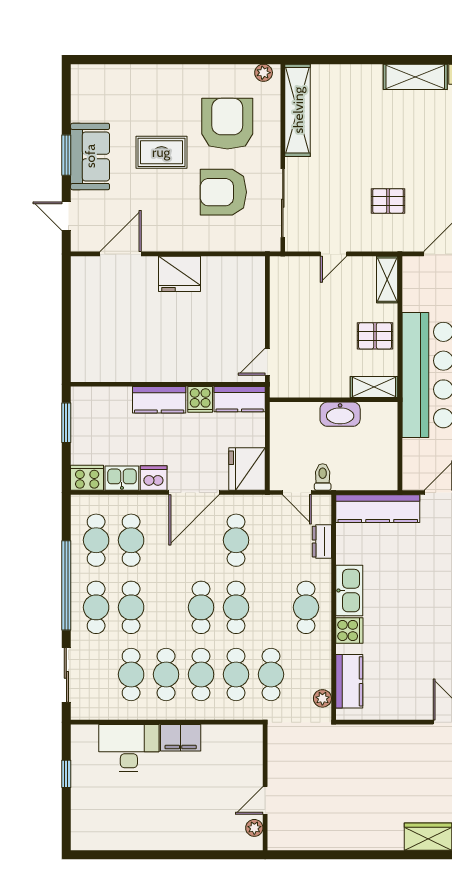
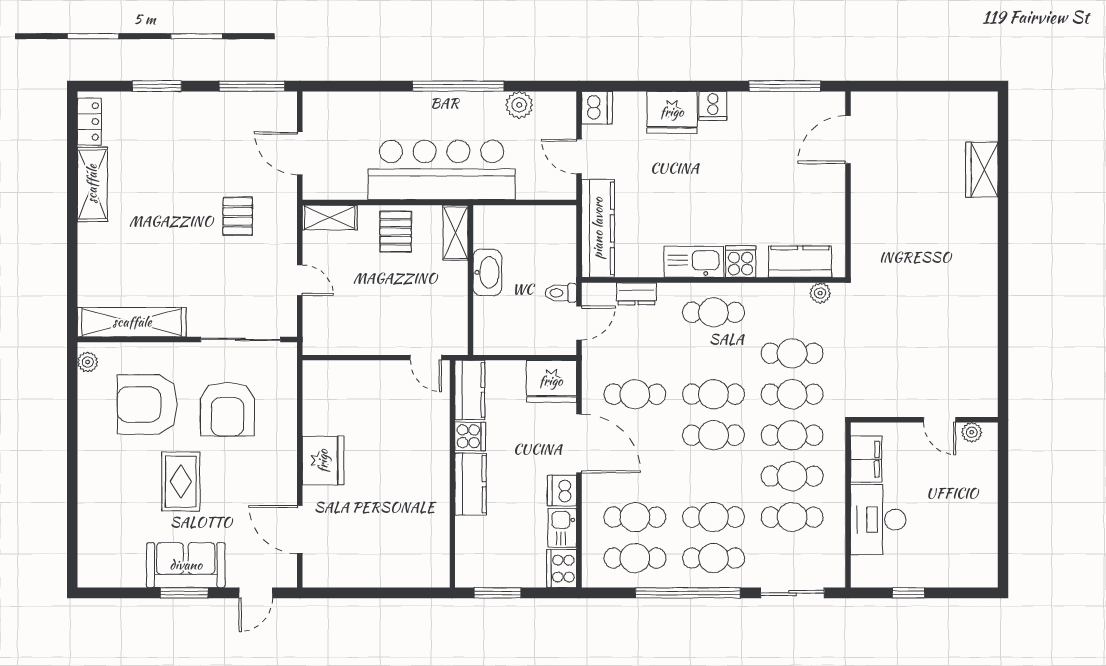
wall: (265, 787) -> (924, 420), moved
door: (265, 800) -> (940, 420), moved
plant: (254, 828) -> (972, 432), moved

